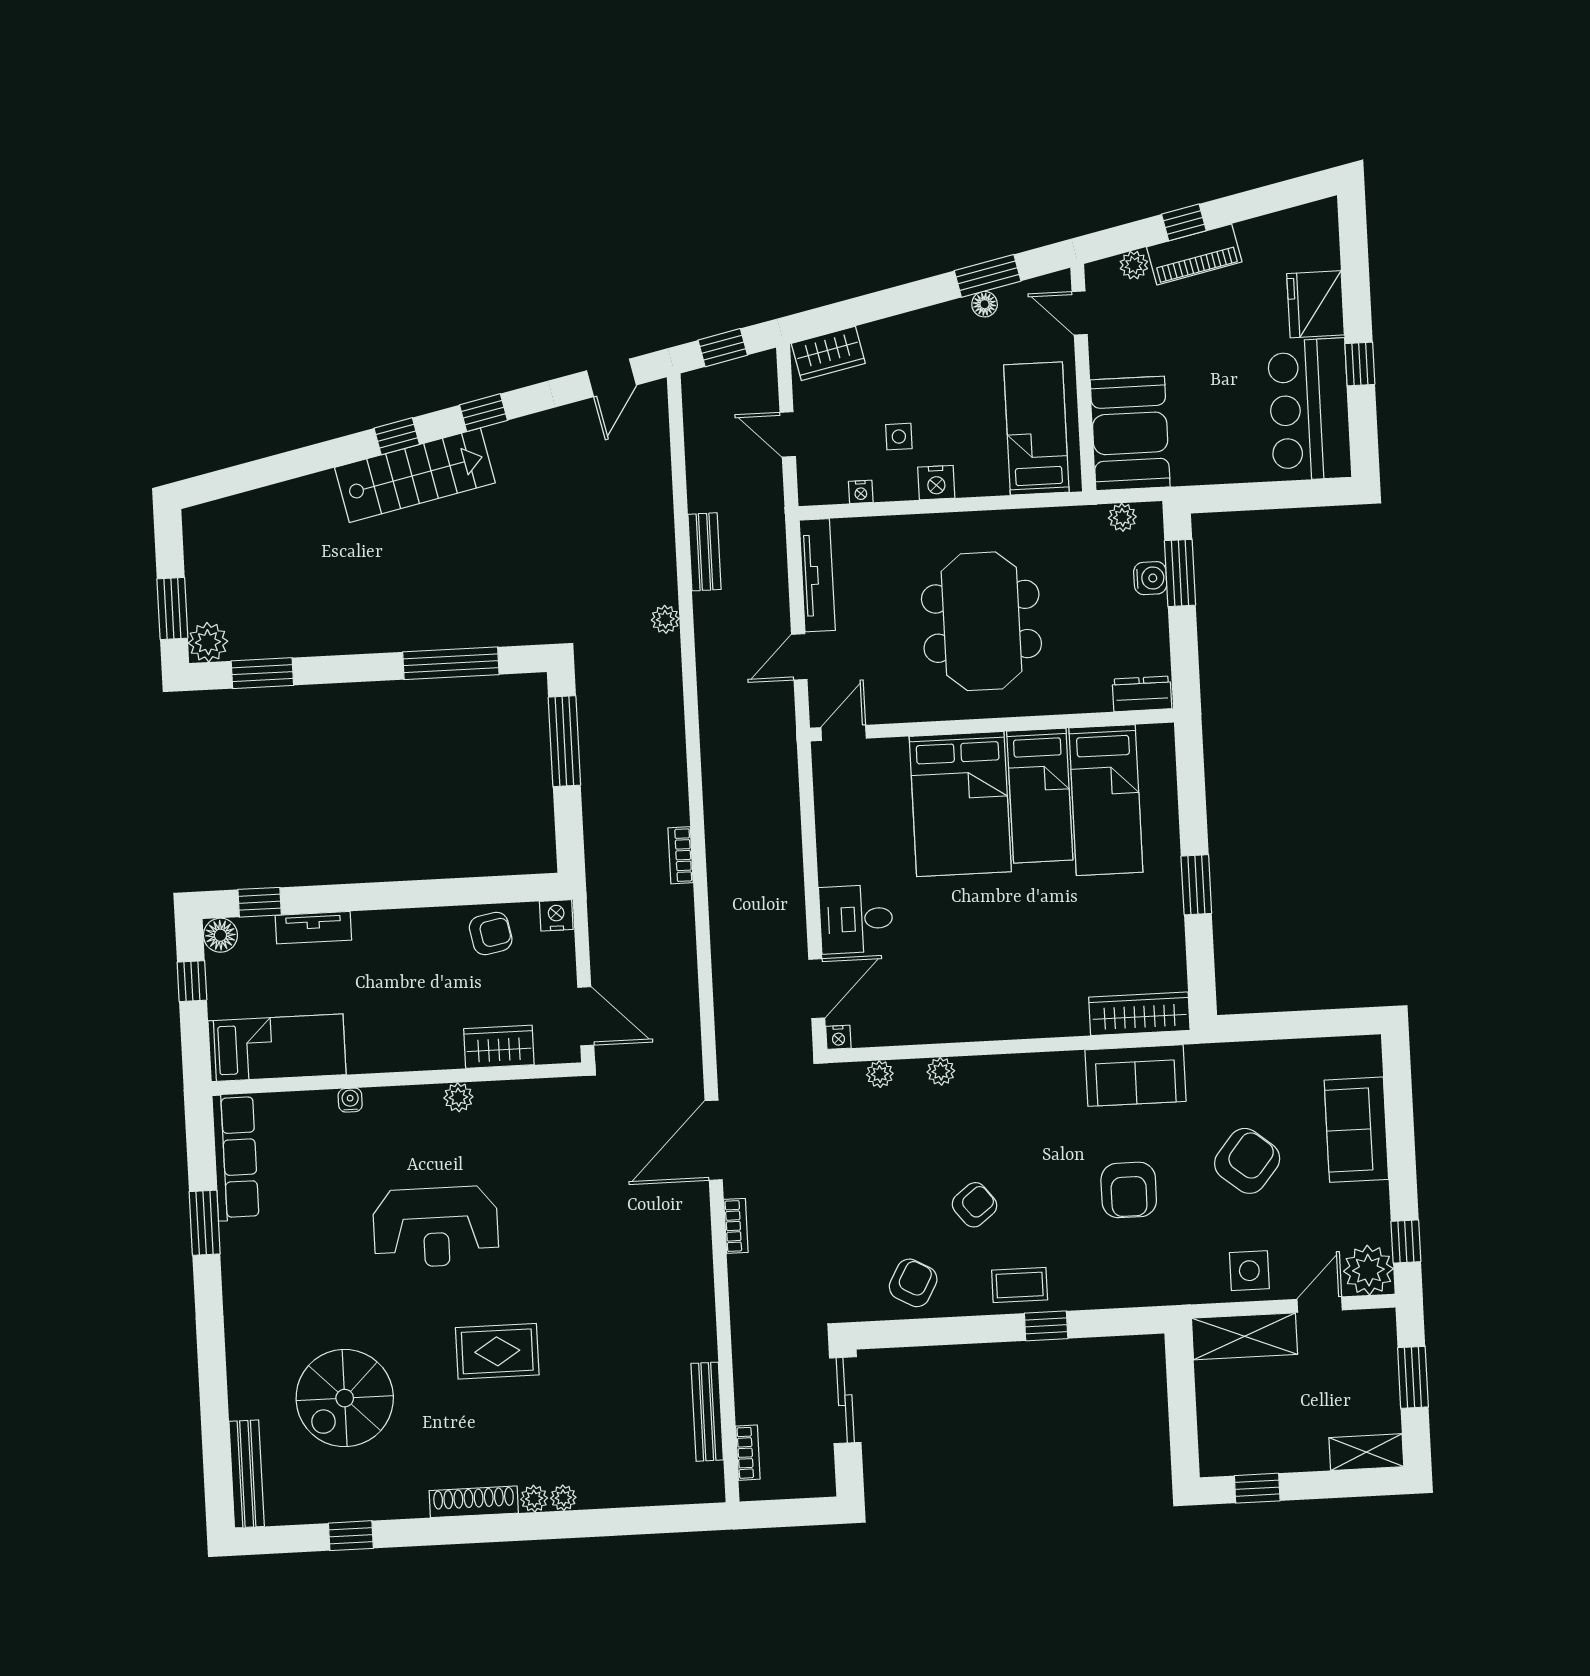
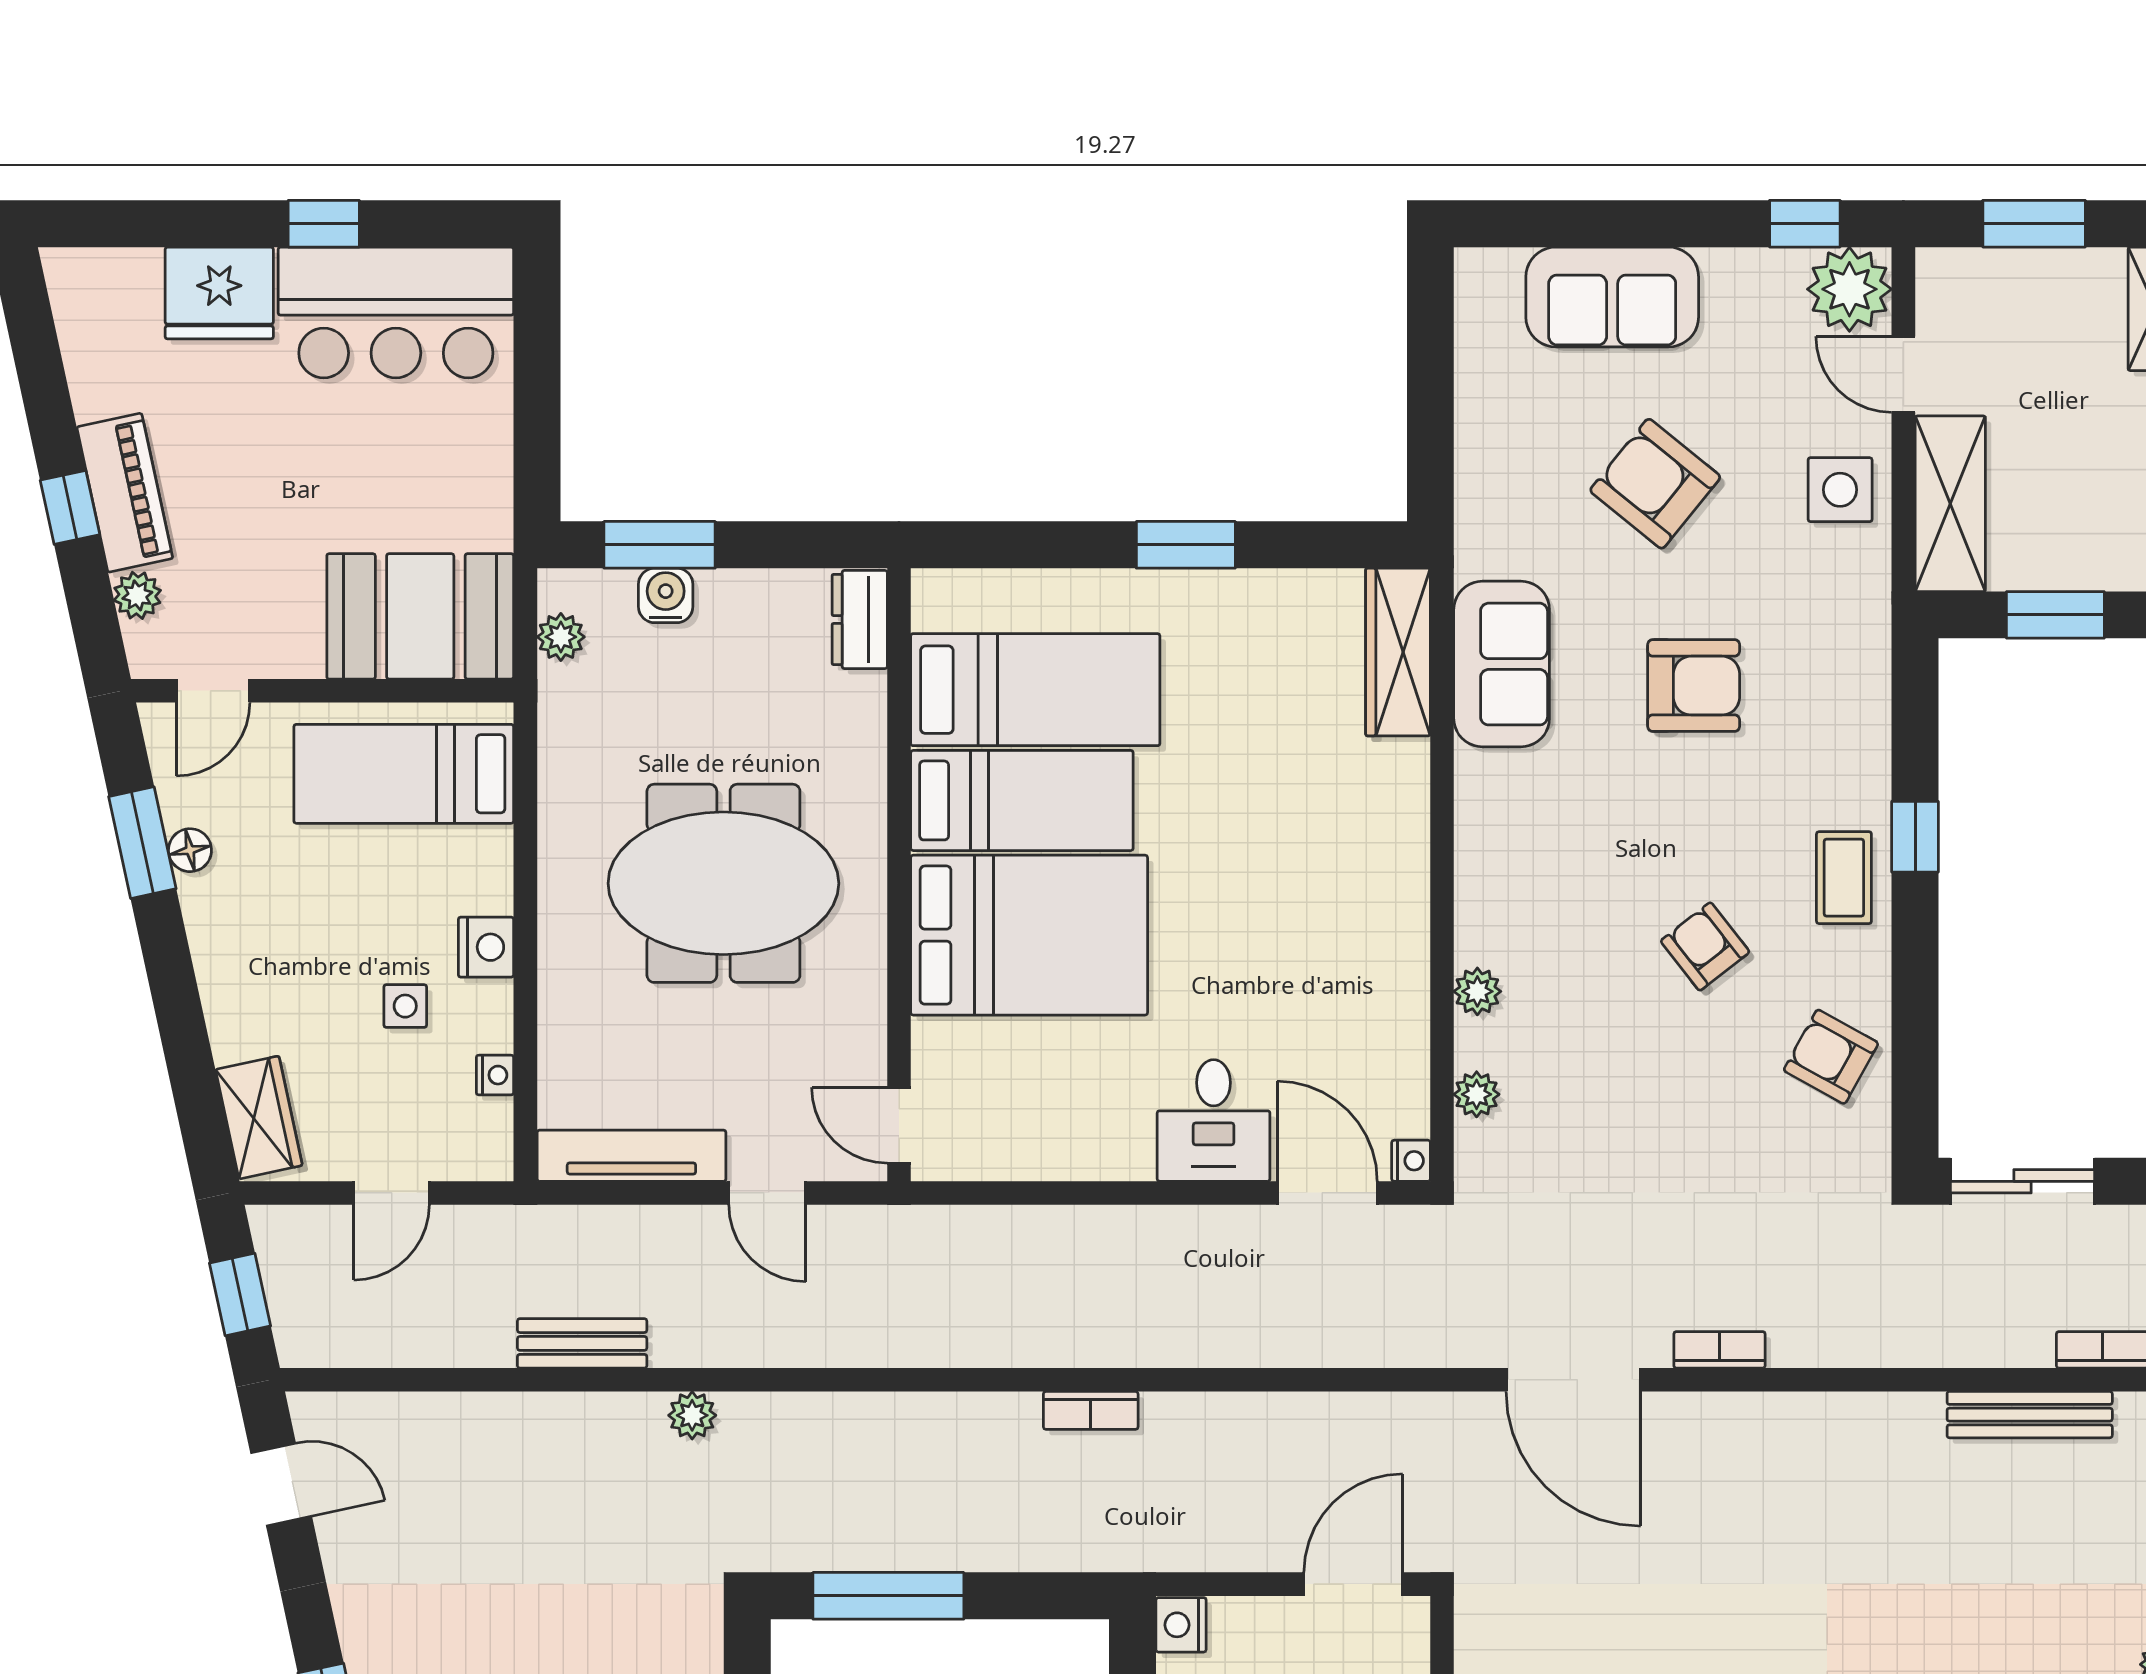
window: (1182, 1402) -> (2055, 615), added

